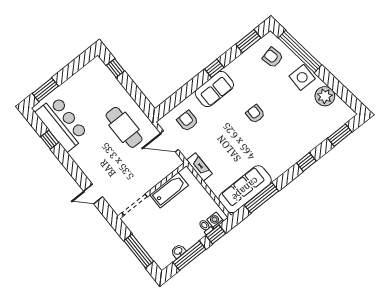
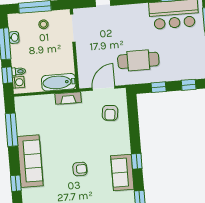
sofa: (214, 89) -> (122, 173), moved
window: (136, 93) -> (159, 87), added
armchair: (187, 121) -> (110, 113), turned 96
sofa: (245, 189) -> (30, 161), moved
bathtub: (169, 190) -> (59, 82), moved, turned 90
stool: (149, 233) -> (43, 24), added

